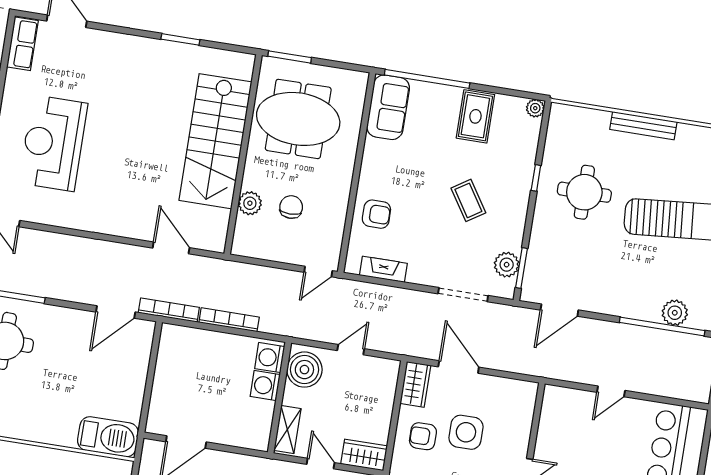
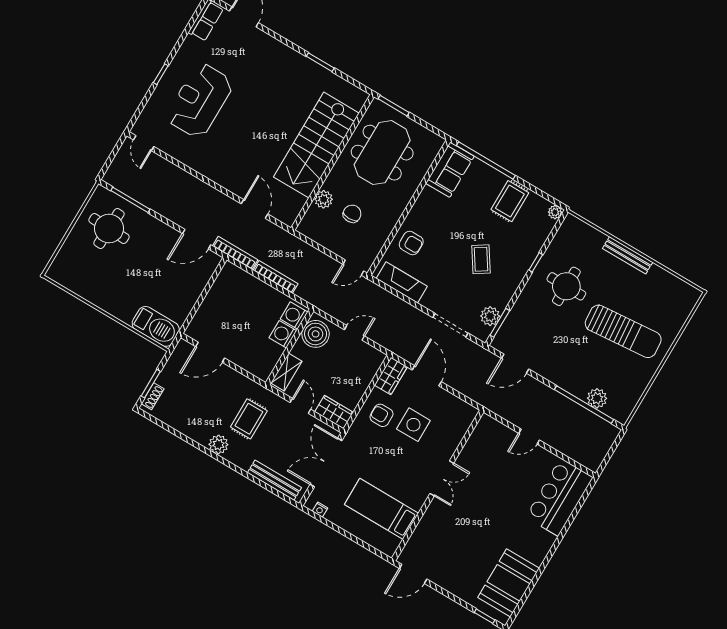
meeting table: (298, 119) -> (382, 153), turned 90
fireplace: (383, 269) -> (402, 282), width x1.37, depth x1.32

